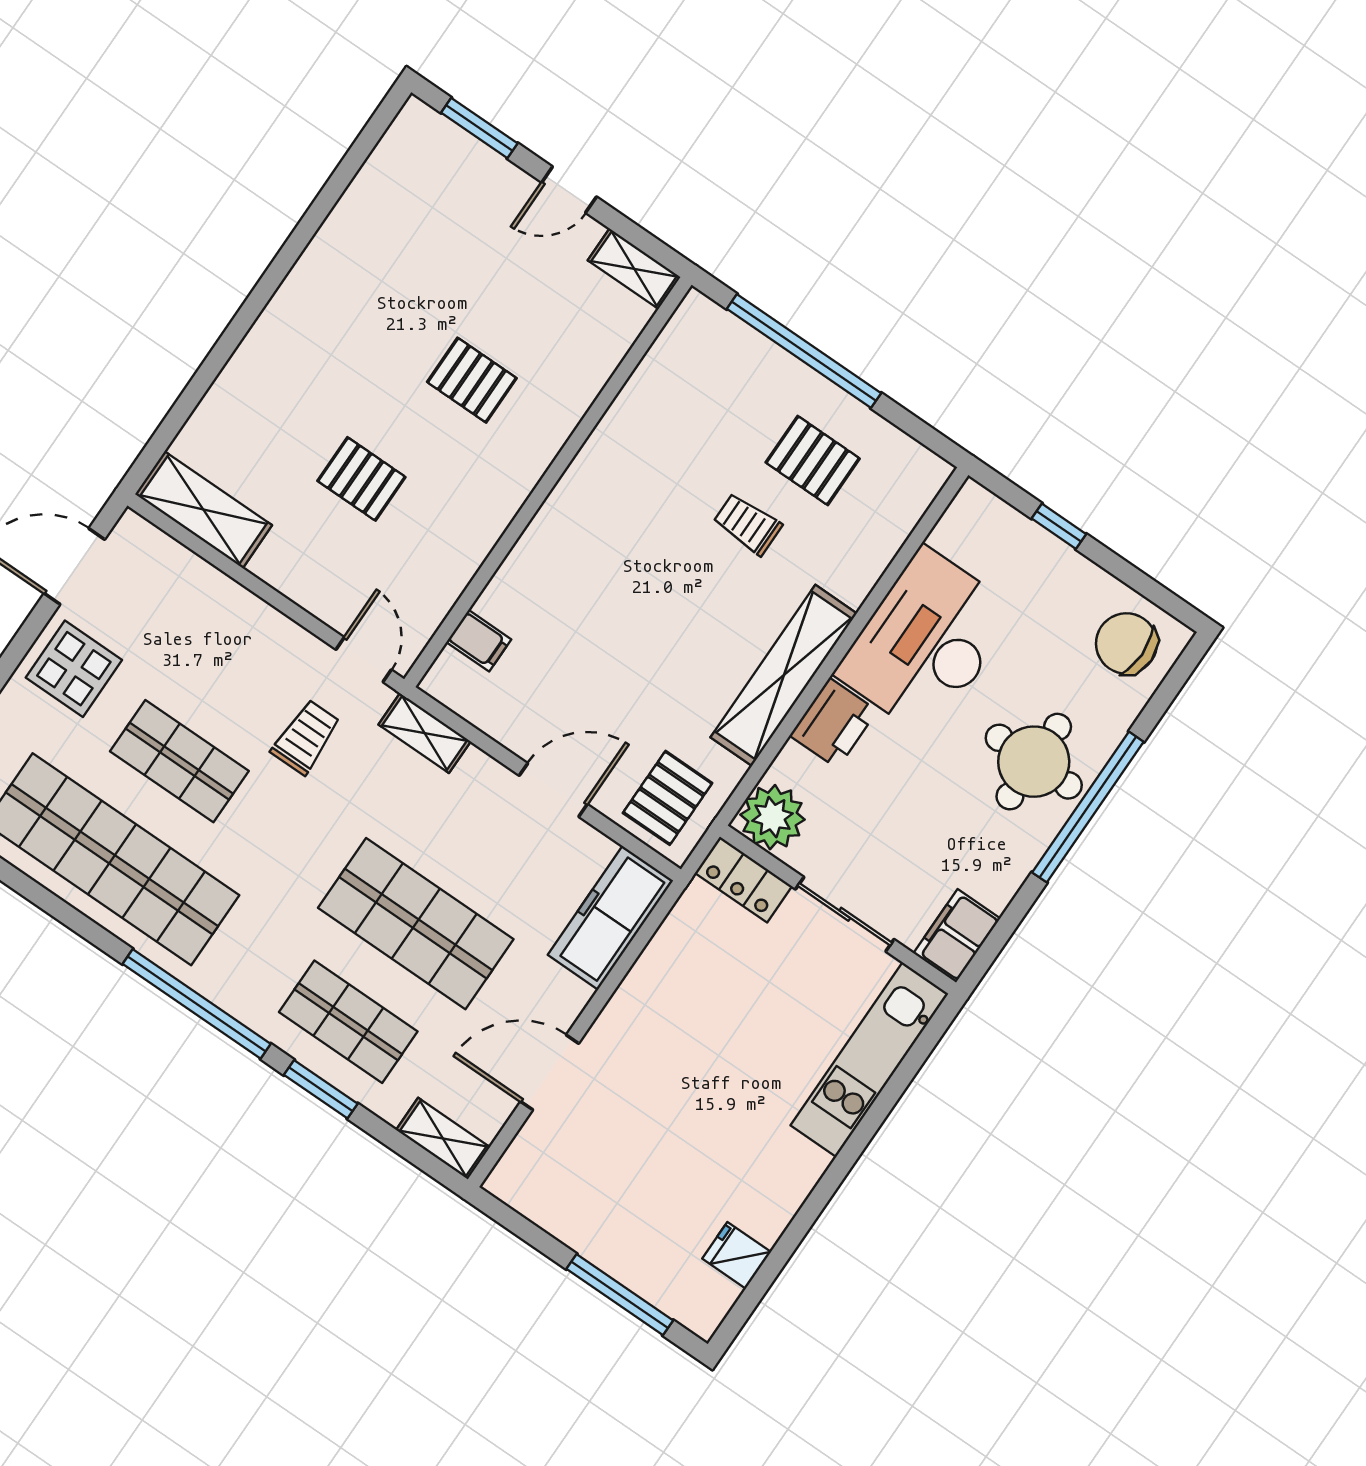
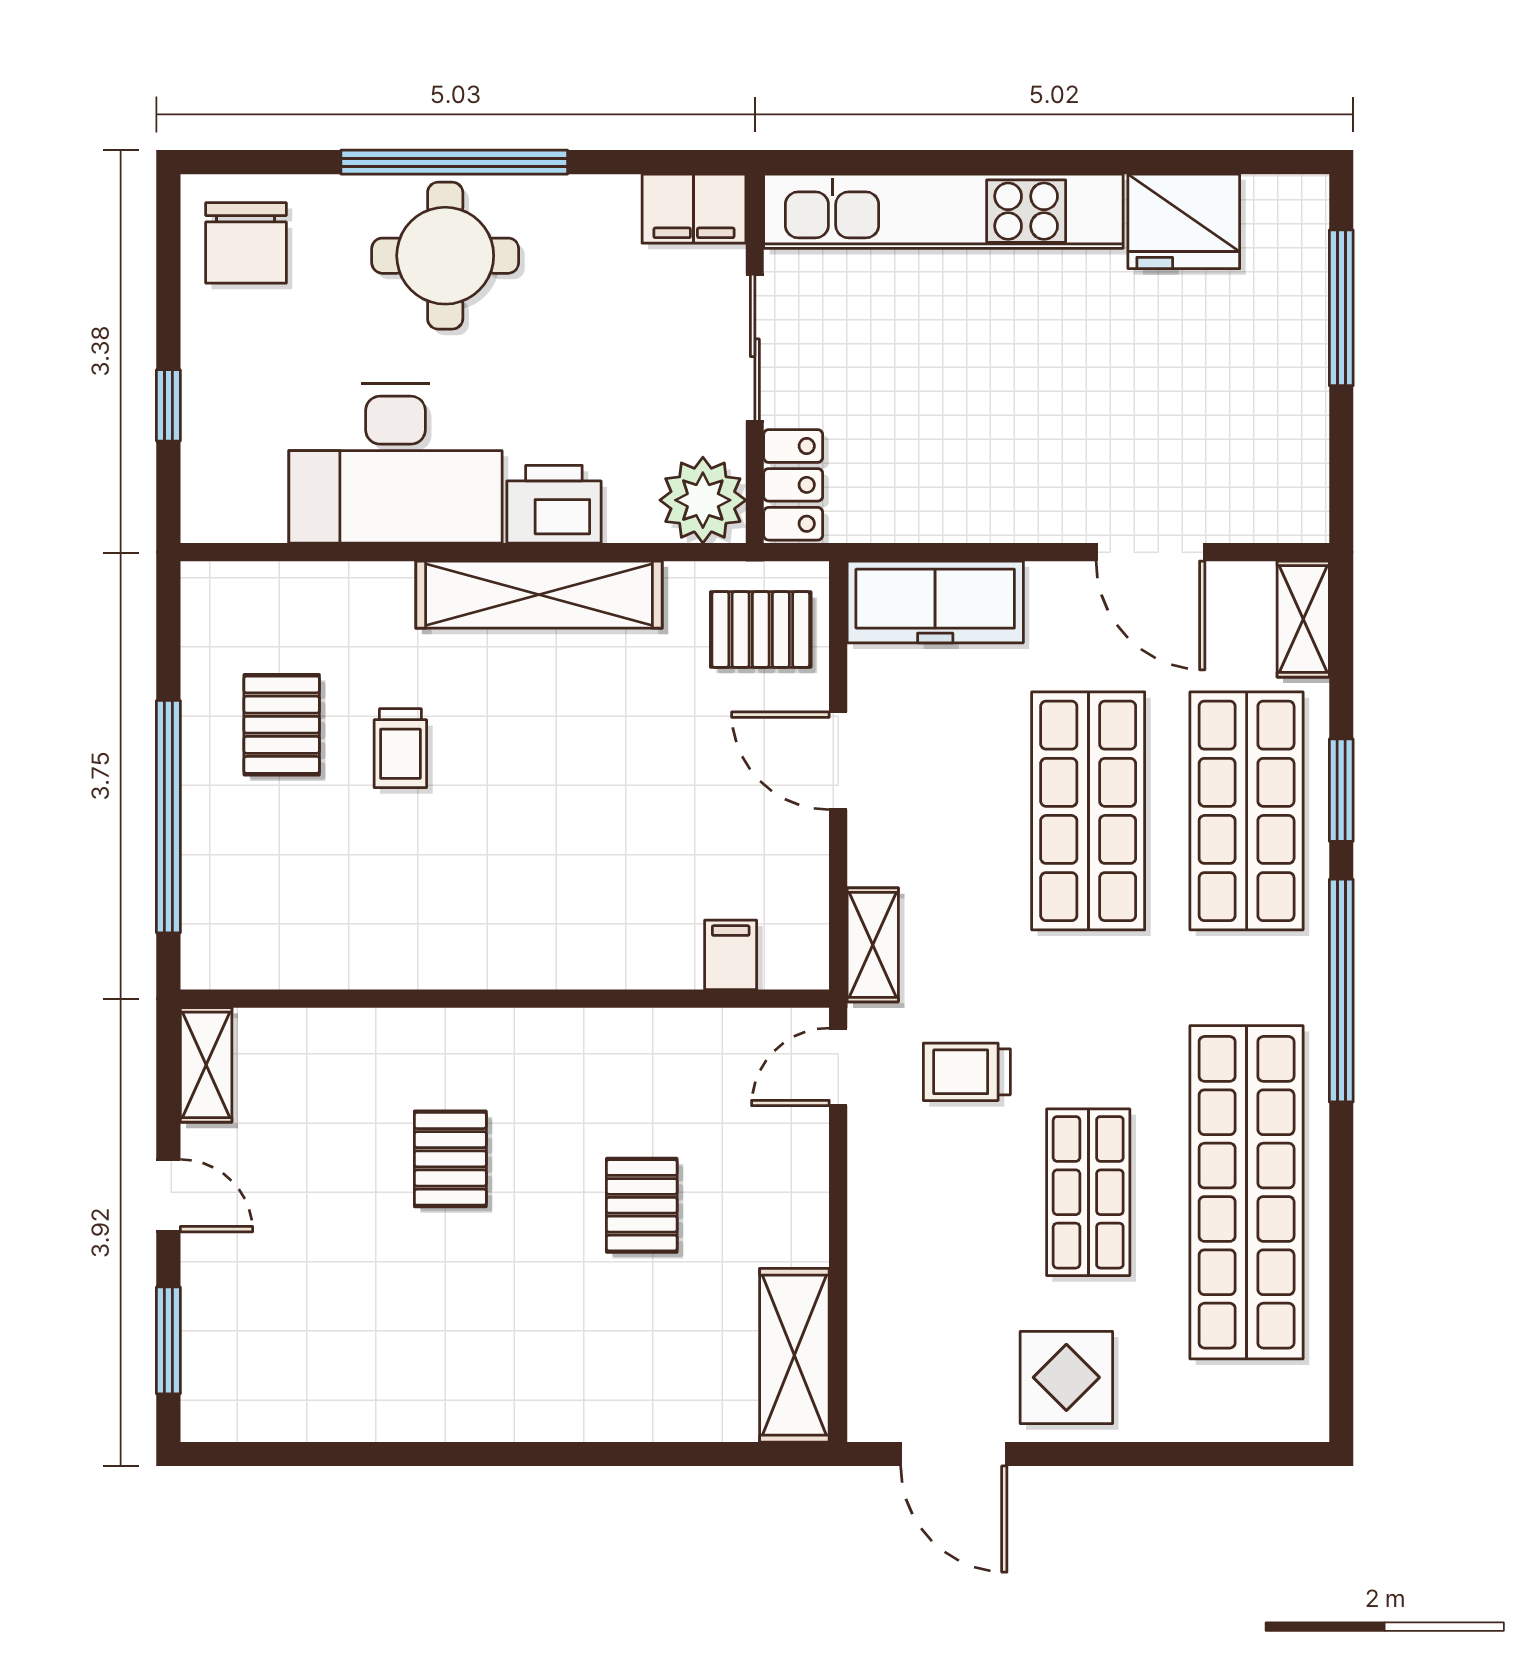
shop shelf: (348, 1022) -> (1247, 811), width x1.43, depth x1.36
kitchen unit: (869, 1060) -> (943, 211), width x1.36
fridge: (737, 1255) -> (1184, 221), width x1.88, depth x1.34

